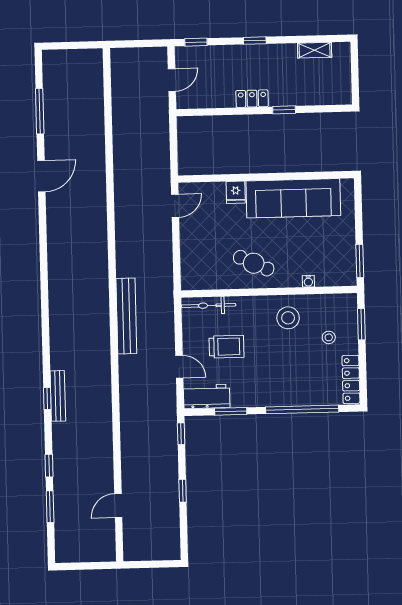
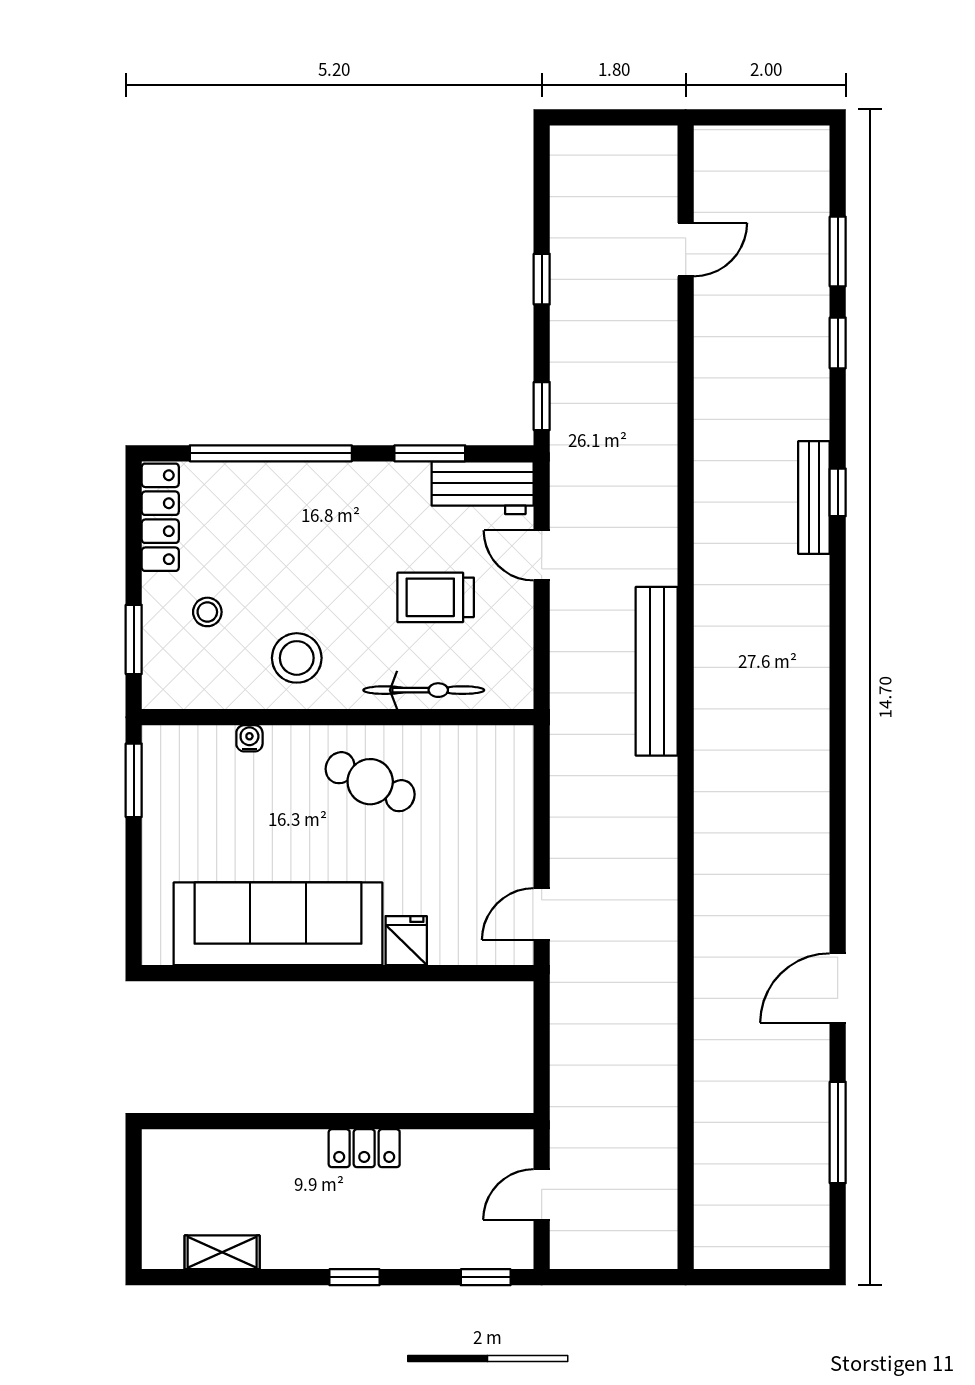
window: (284, 110) -> (294, 1121), removed
bicycle: (208, 305) -> (424, 690), moved

